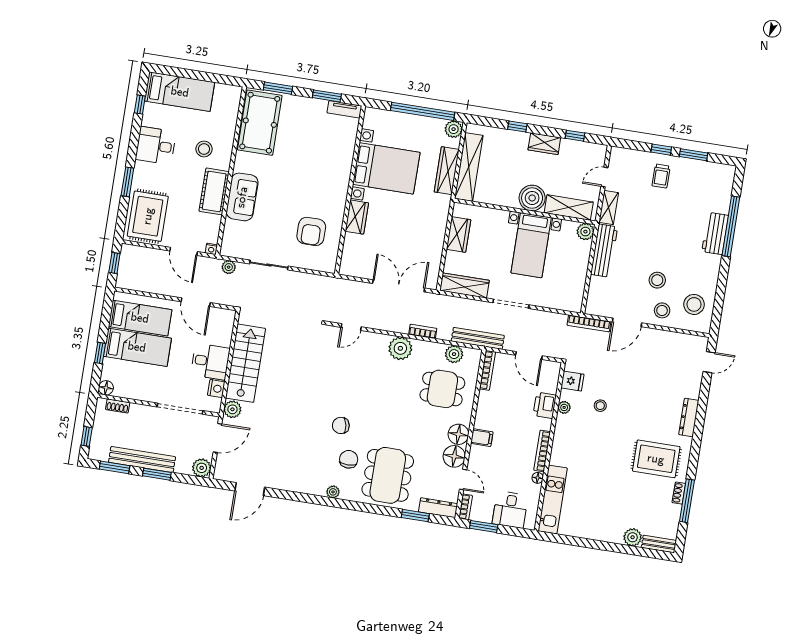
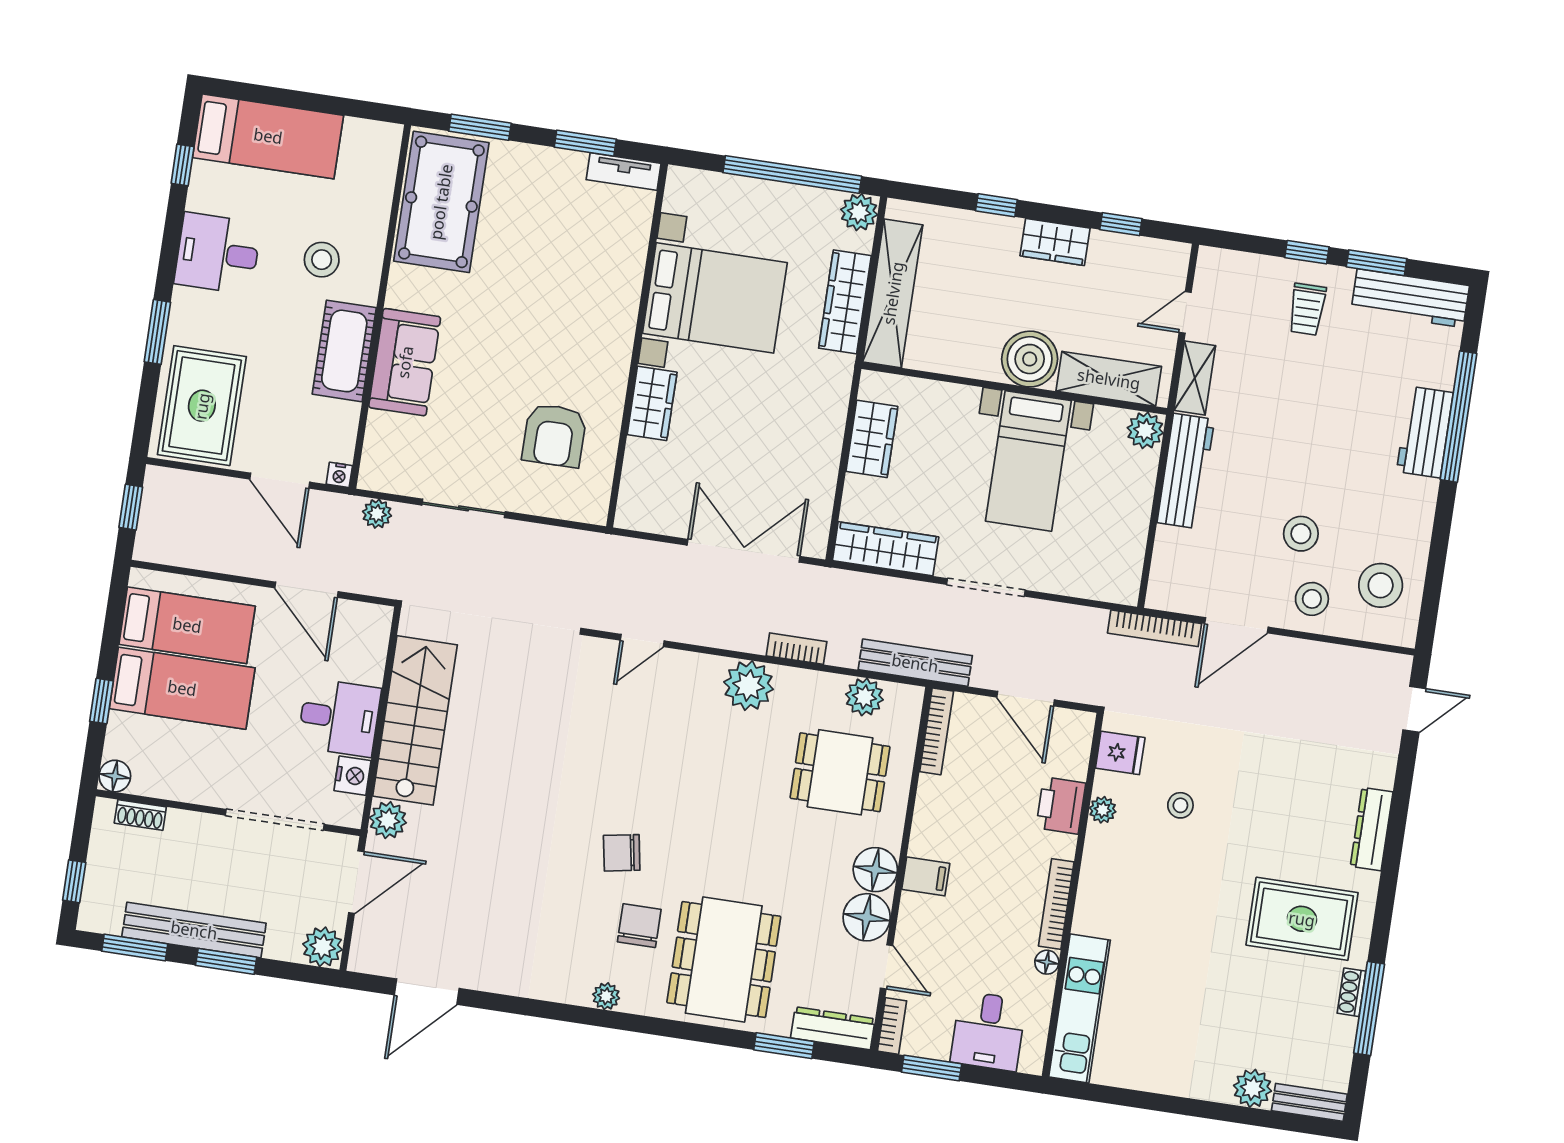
workbench: (709, 171) -> (1410, 298), added

